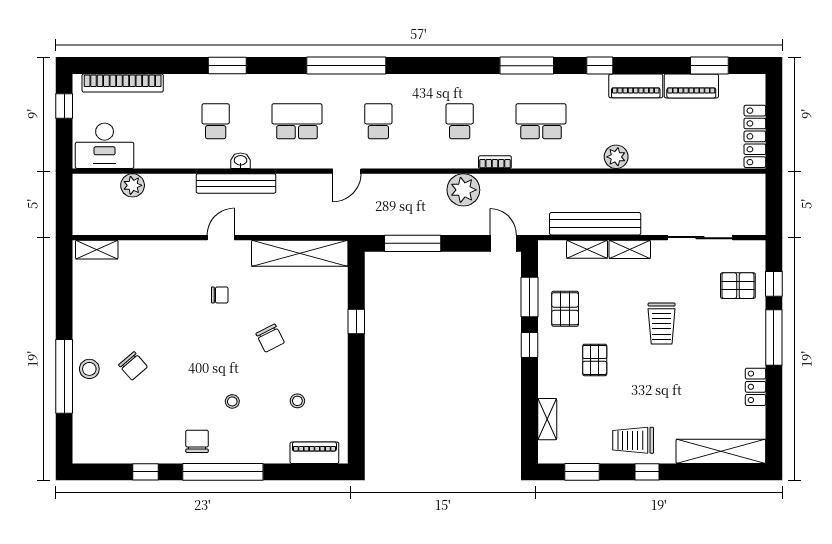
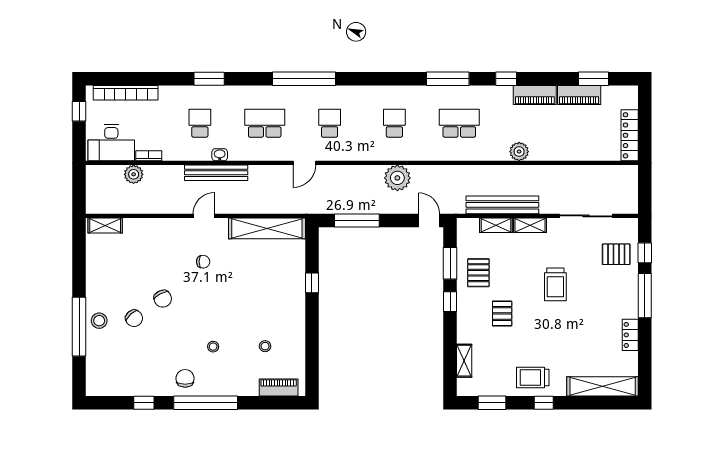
bookcase: (495, 162) -> (149, 156), moved
chair: (270, 338) -> (163, 299), moved

